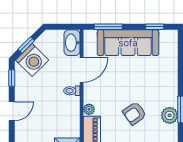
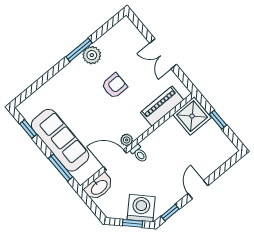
plant: (89, 109) -> (127, 140), moved
door: (12, 111) -> (198, 190), hinge flipped
armchair: (134, 113) -> (114, 86), turned -55

